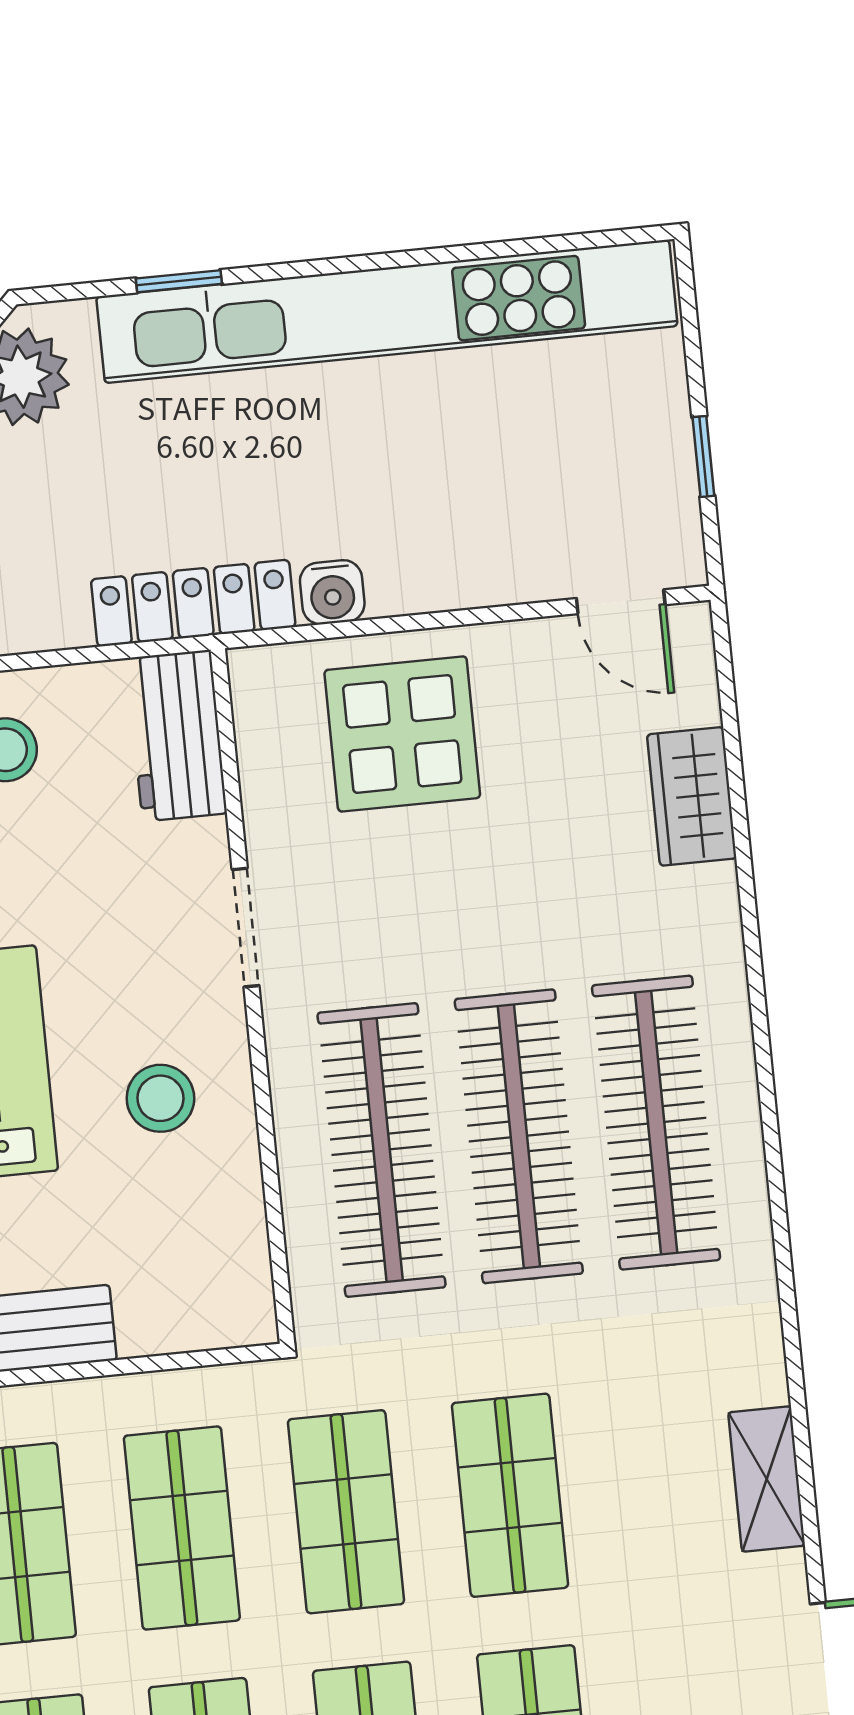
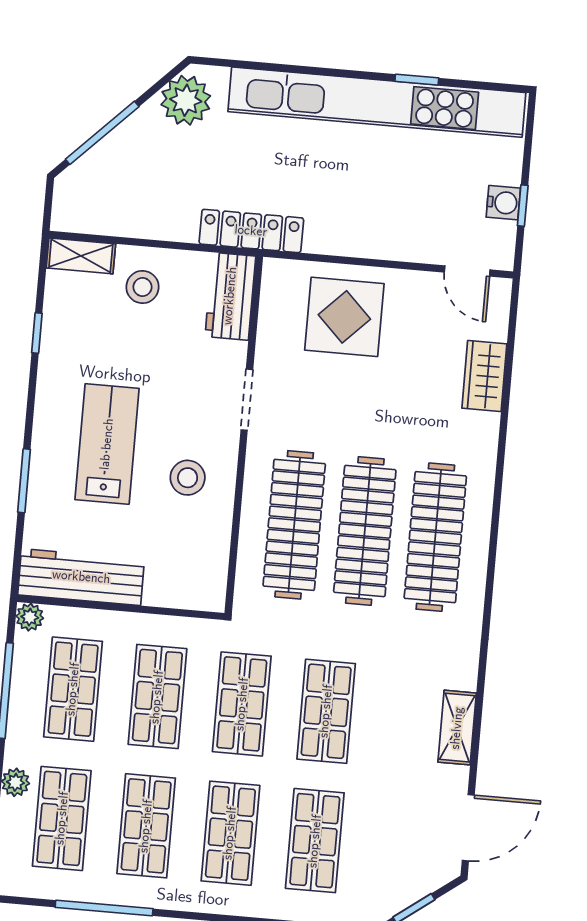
window: (179, 281) -> (417, 80), moved
water cooler: (332, 592) -> (503, 203), moved, turned -90

